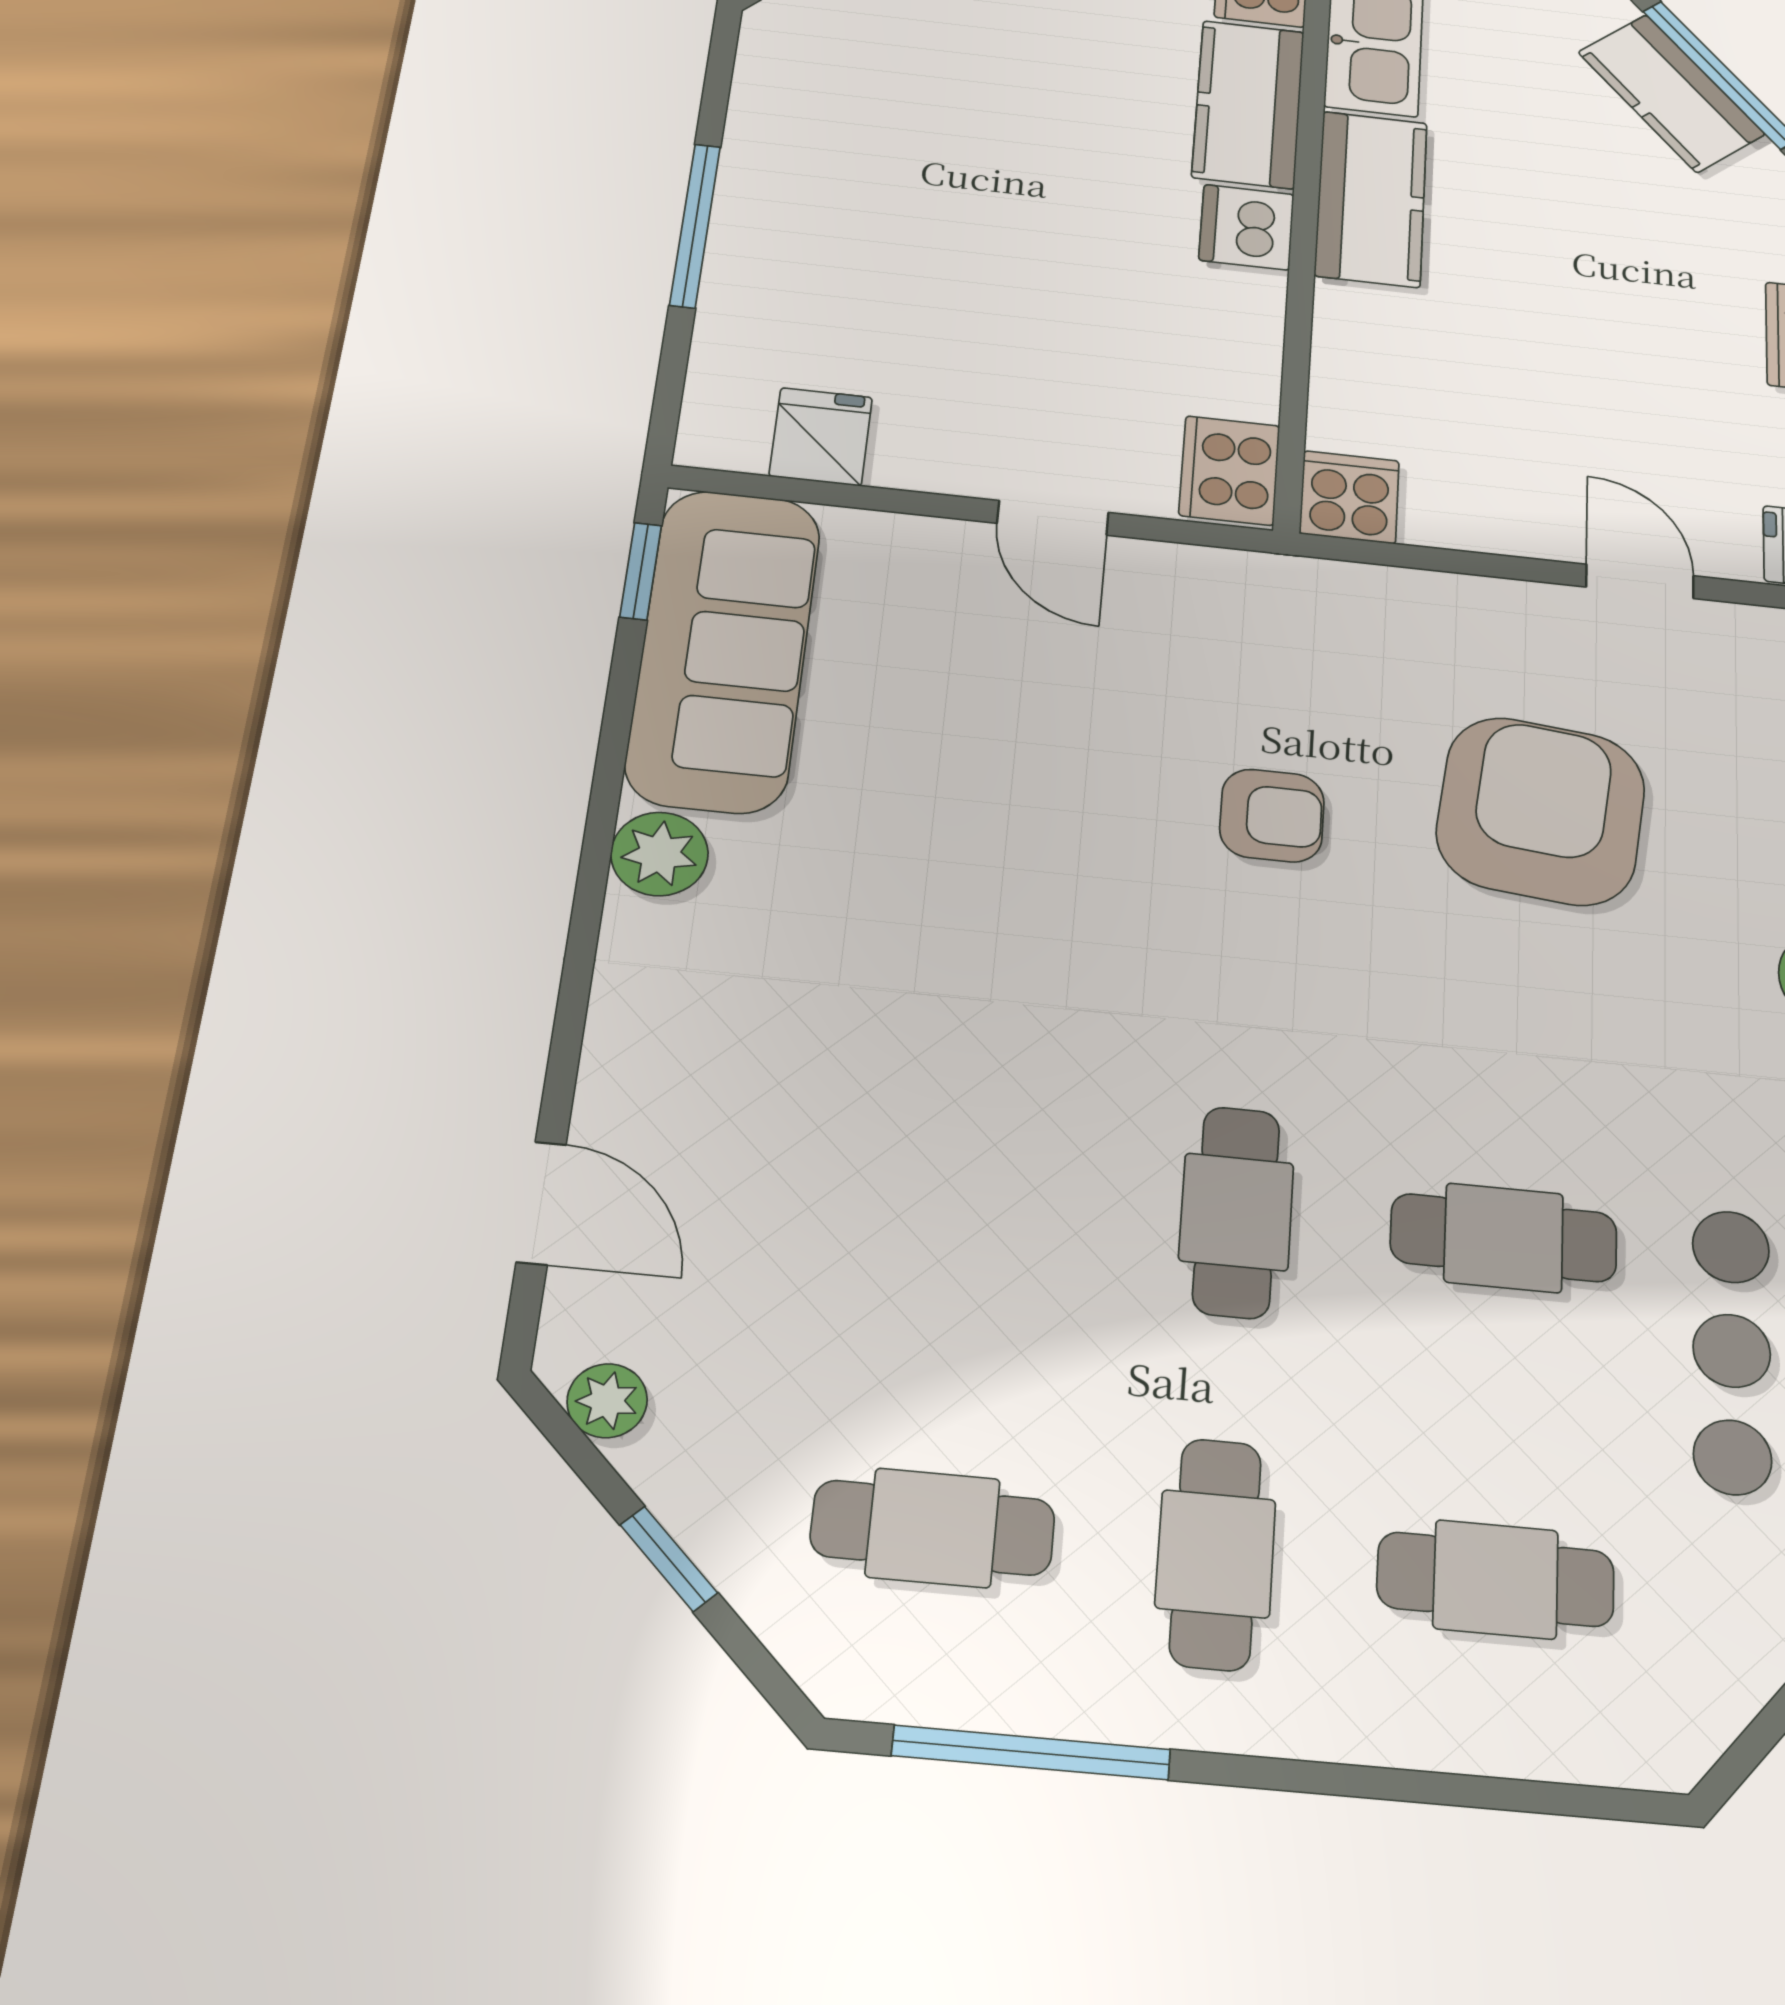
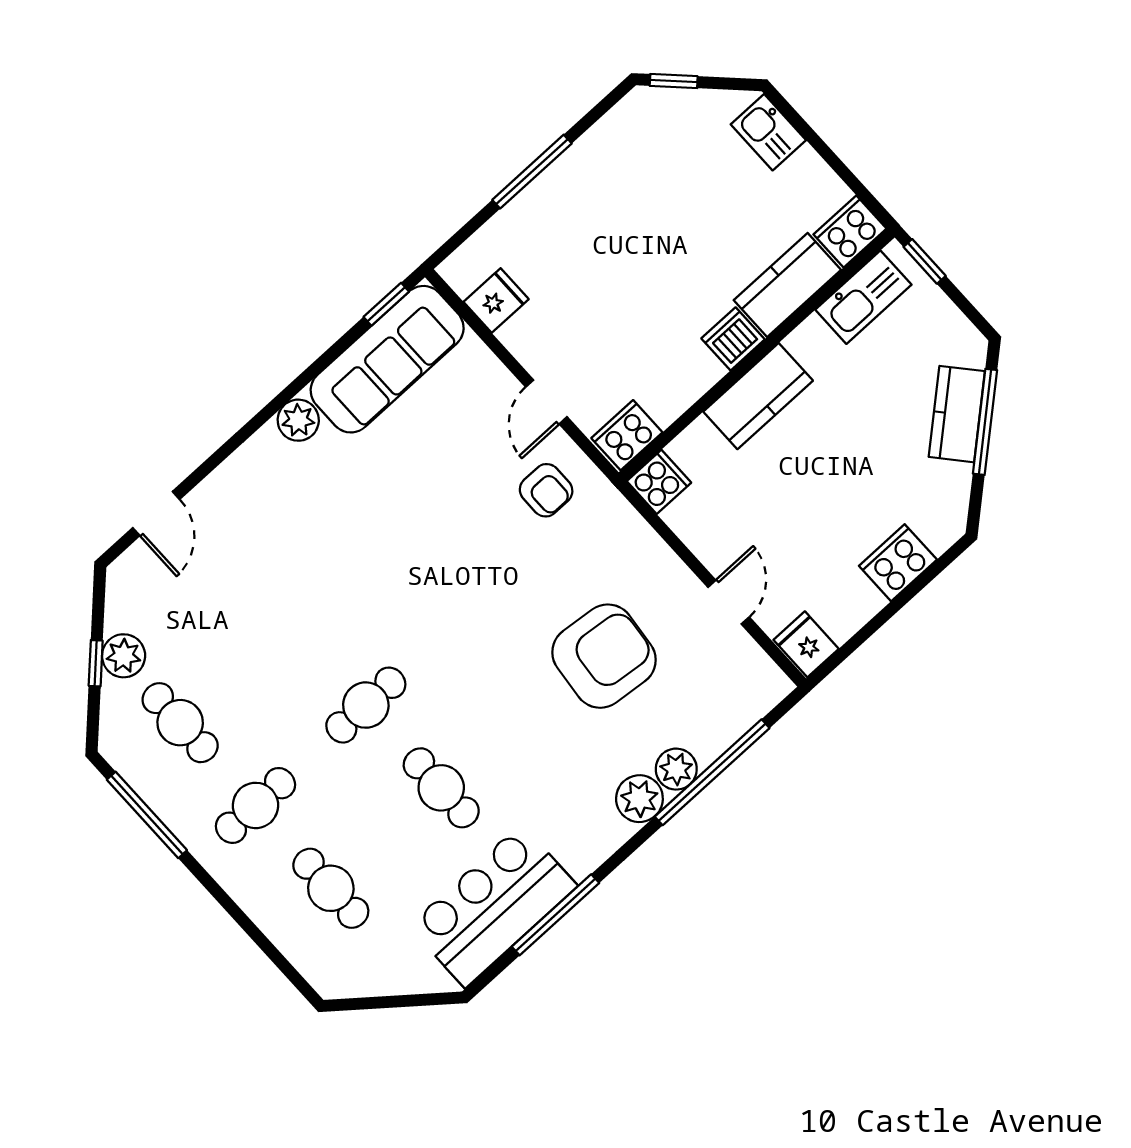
kitchen counter: (1371, 199) -> (758, 396), moved
armchair: (1272, 816) -> (546, 490), moved
plant: (607, 1401) -> (124, 656), moved, width x1.38, depth x1.38

